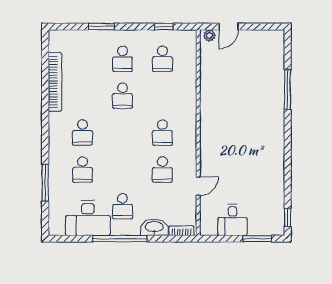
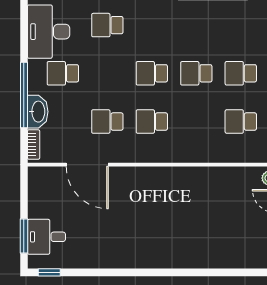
window: (288, 89) -> (204, 272), removed
school desk: (83, 133) -> (152, 73), moved
door: (198, 186) -> (87, 165), width x1.88
desk: (233, 220) -> (47, 237), moved
window: (120, 239) -> (24, 95), moved

